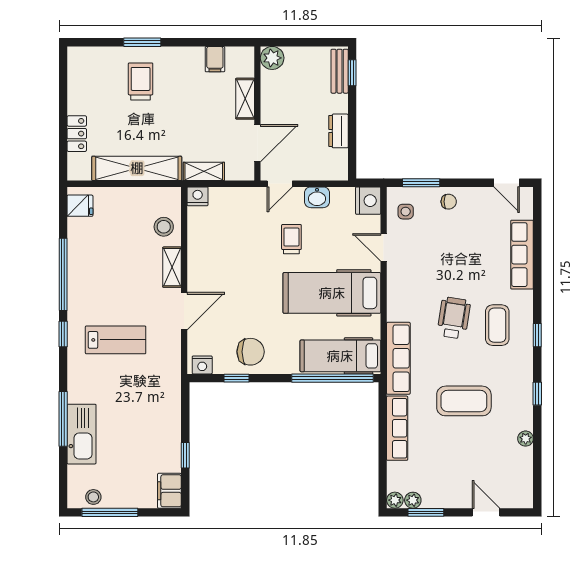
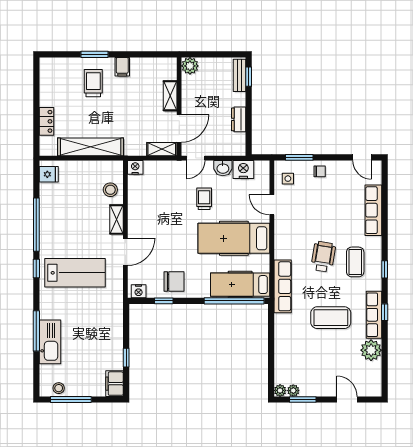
filing cabinet: (215, 59) -> (122, 67), moved
shelving: (204, 171) -> (162, 149), moved
nightstand: (368, 201) -> (243, 170), moved, turned -90
lab bench: (116, 340) -> (75, 273), width x1.36, depth x1.39
row of seats: (397, 428) -> (374, 315), moved, turned 180
plant: (526, 439) -> (371, 350), width x1.88, depth x1.88

